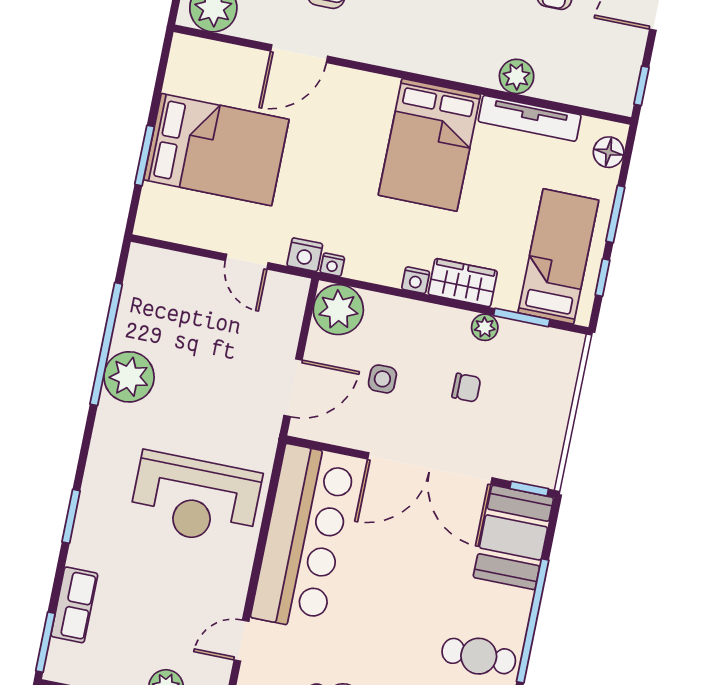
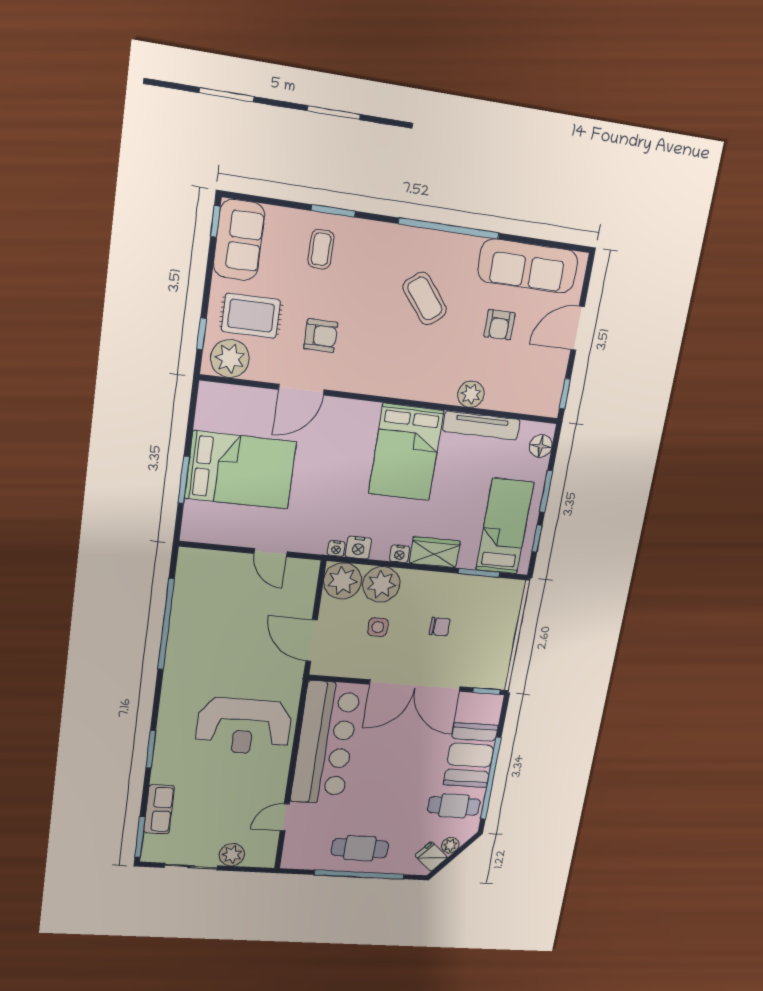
nightstand: (305, 255) -> (358, 548), moved
plant: (485, 327) -> (381, 584), moved, width x1.87, depth x1.87
plant: (129, 377) -> (186, 646), removed
door: (293, 388) -> (312, 640), swing flipped
booth: (513, 537) -> (471, 755), moved

